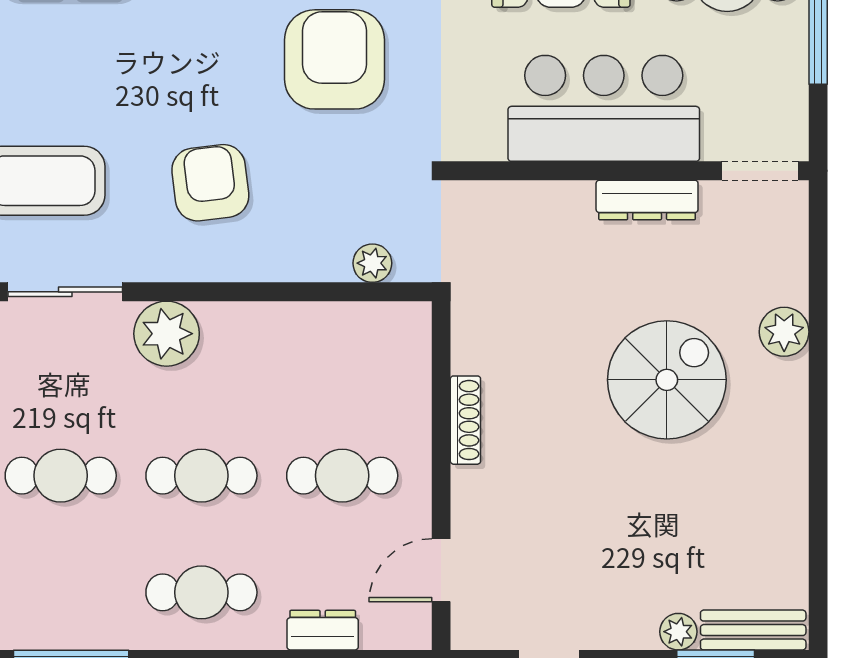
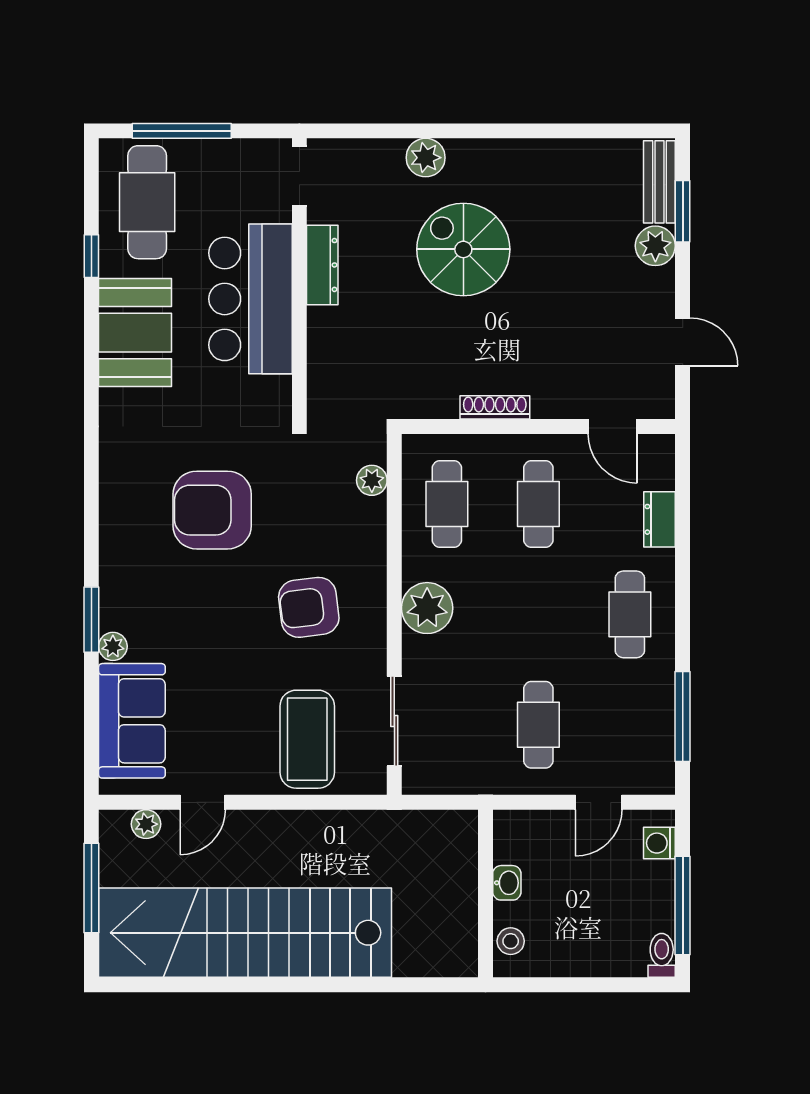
plant: (167, 334) -> (427, 608), moved
cafe table: (201, 476) -> (447, 504), moved
plant: (678, 632) -> (655, 246), width x1.38, depth x1.38

